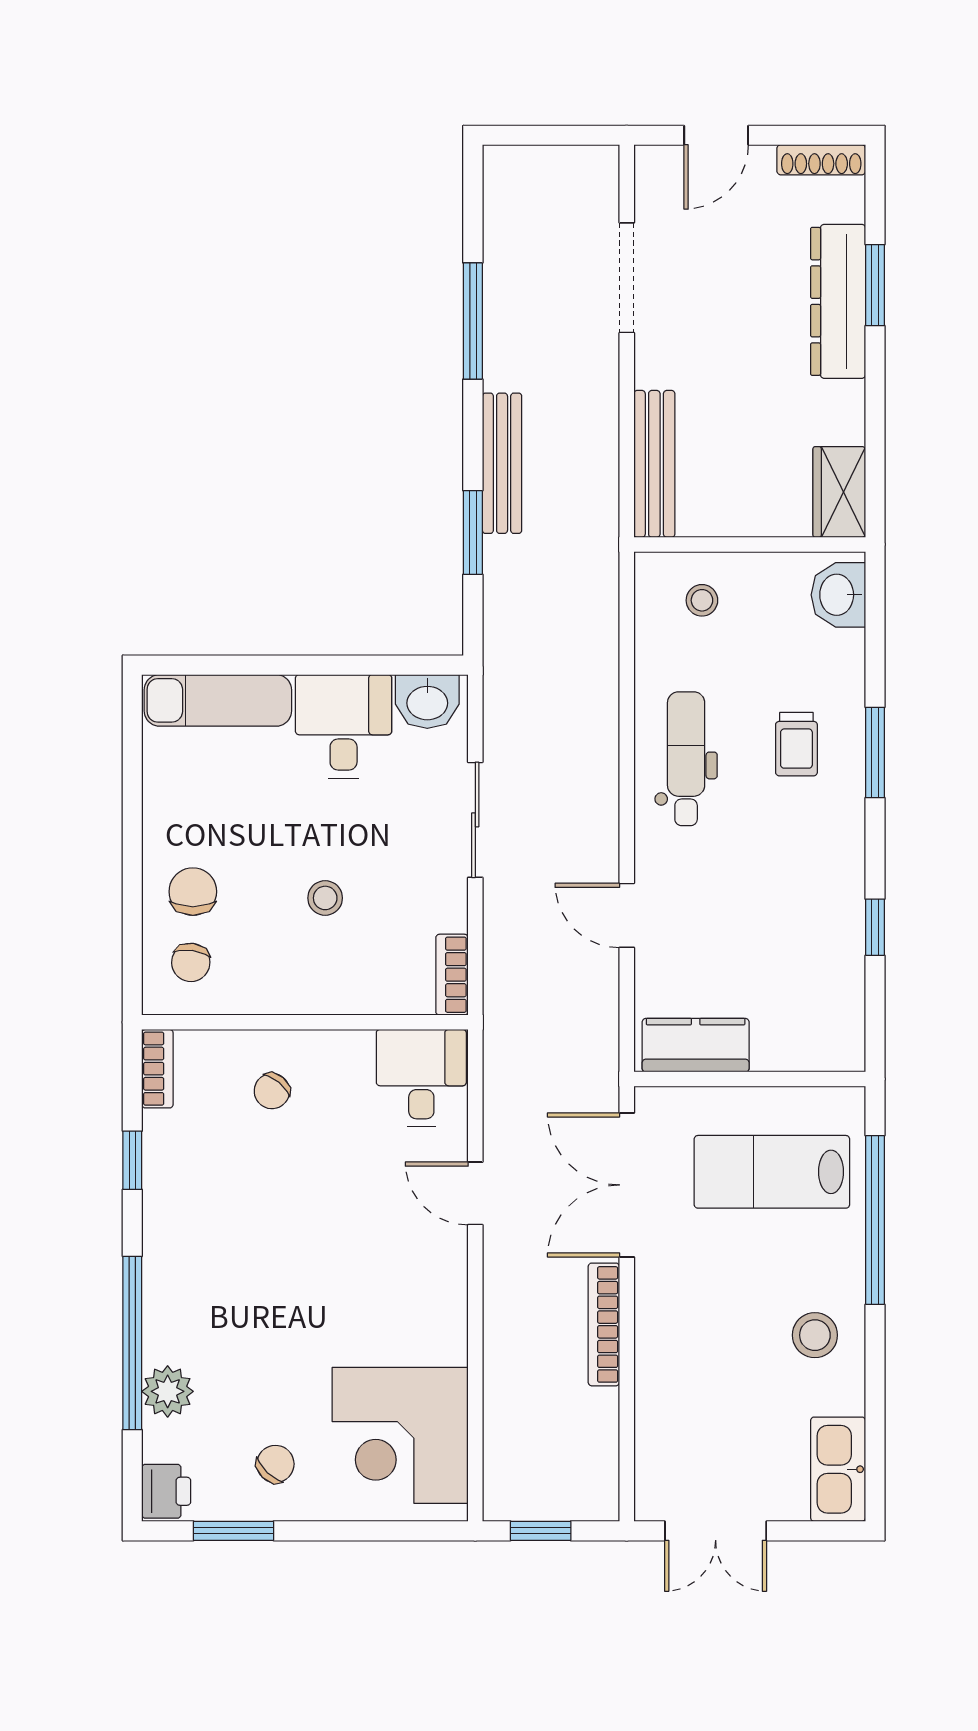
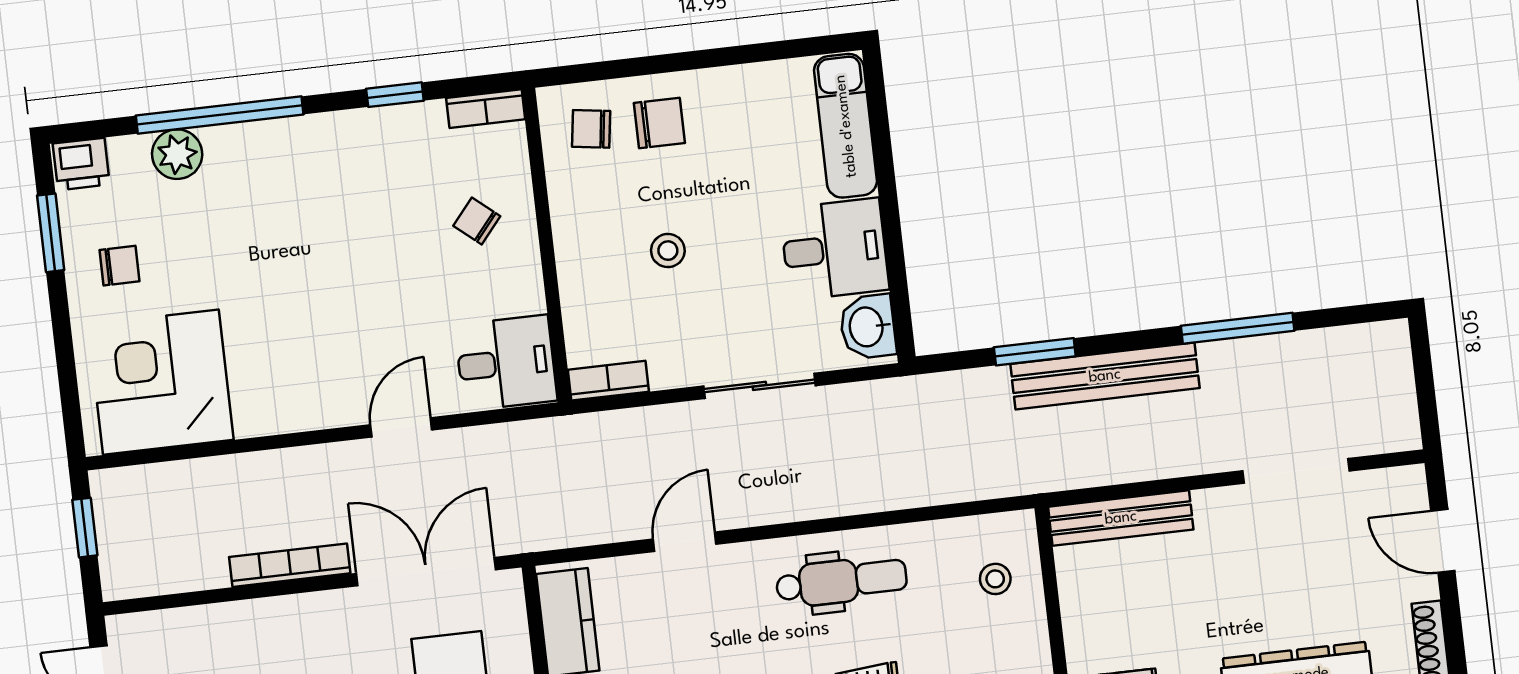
bench: (502, 463) -> (1105, 376), width x1.37, depth x1.21
chair: (275, 1464) -> (119, 266), turned -44

